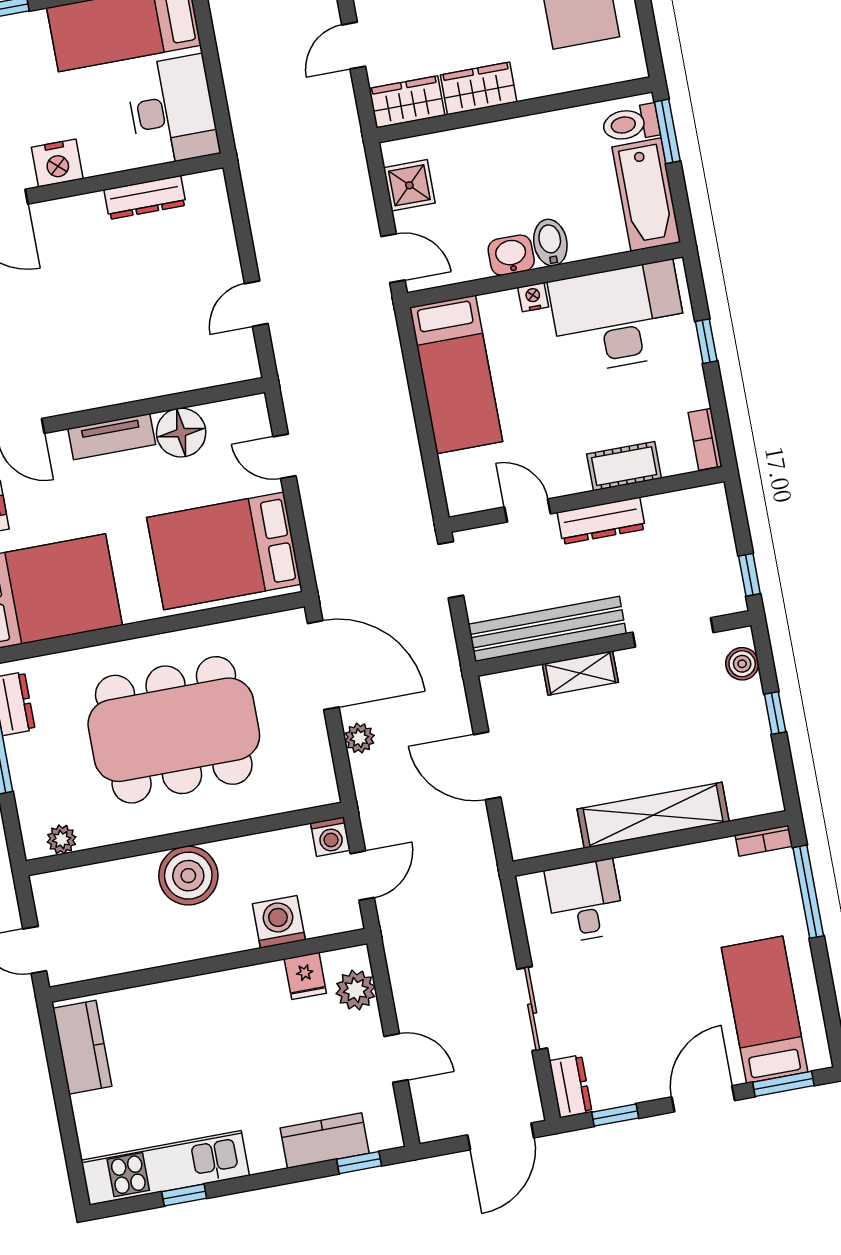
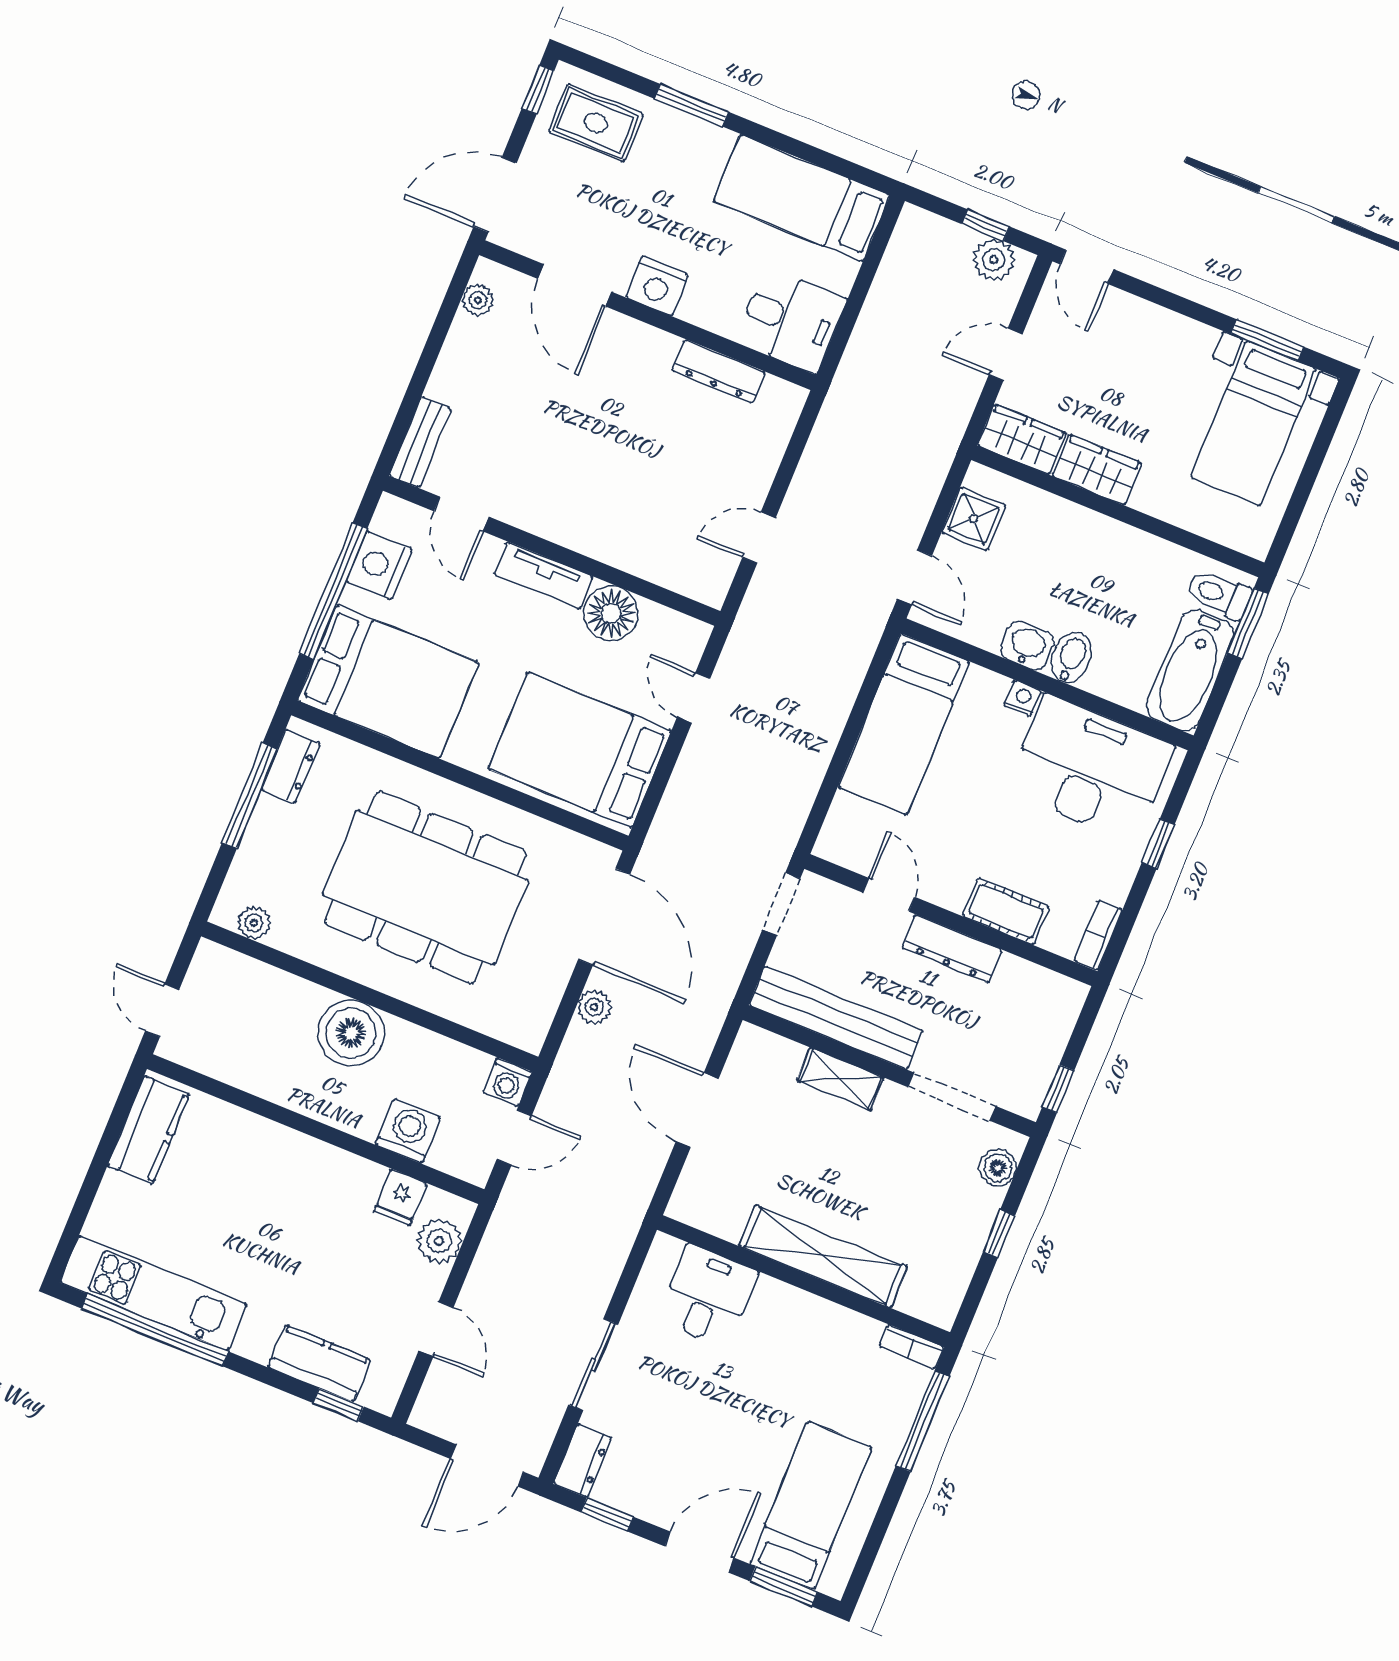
desk: (172, 110) -> (791, 320), width x0.73
window: (184, 1195) -> (155, 1330), width x3.17

